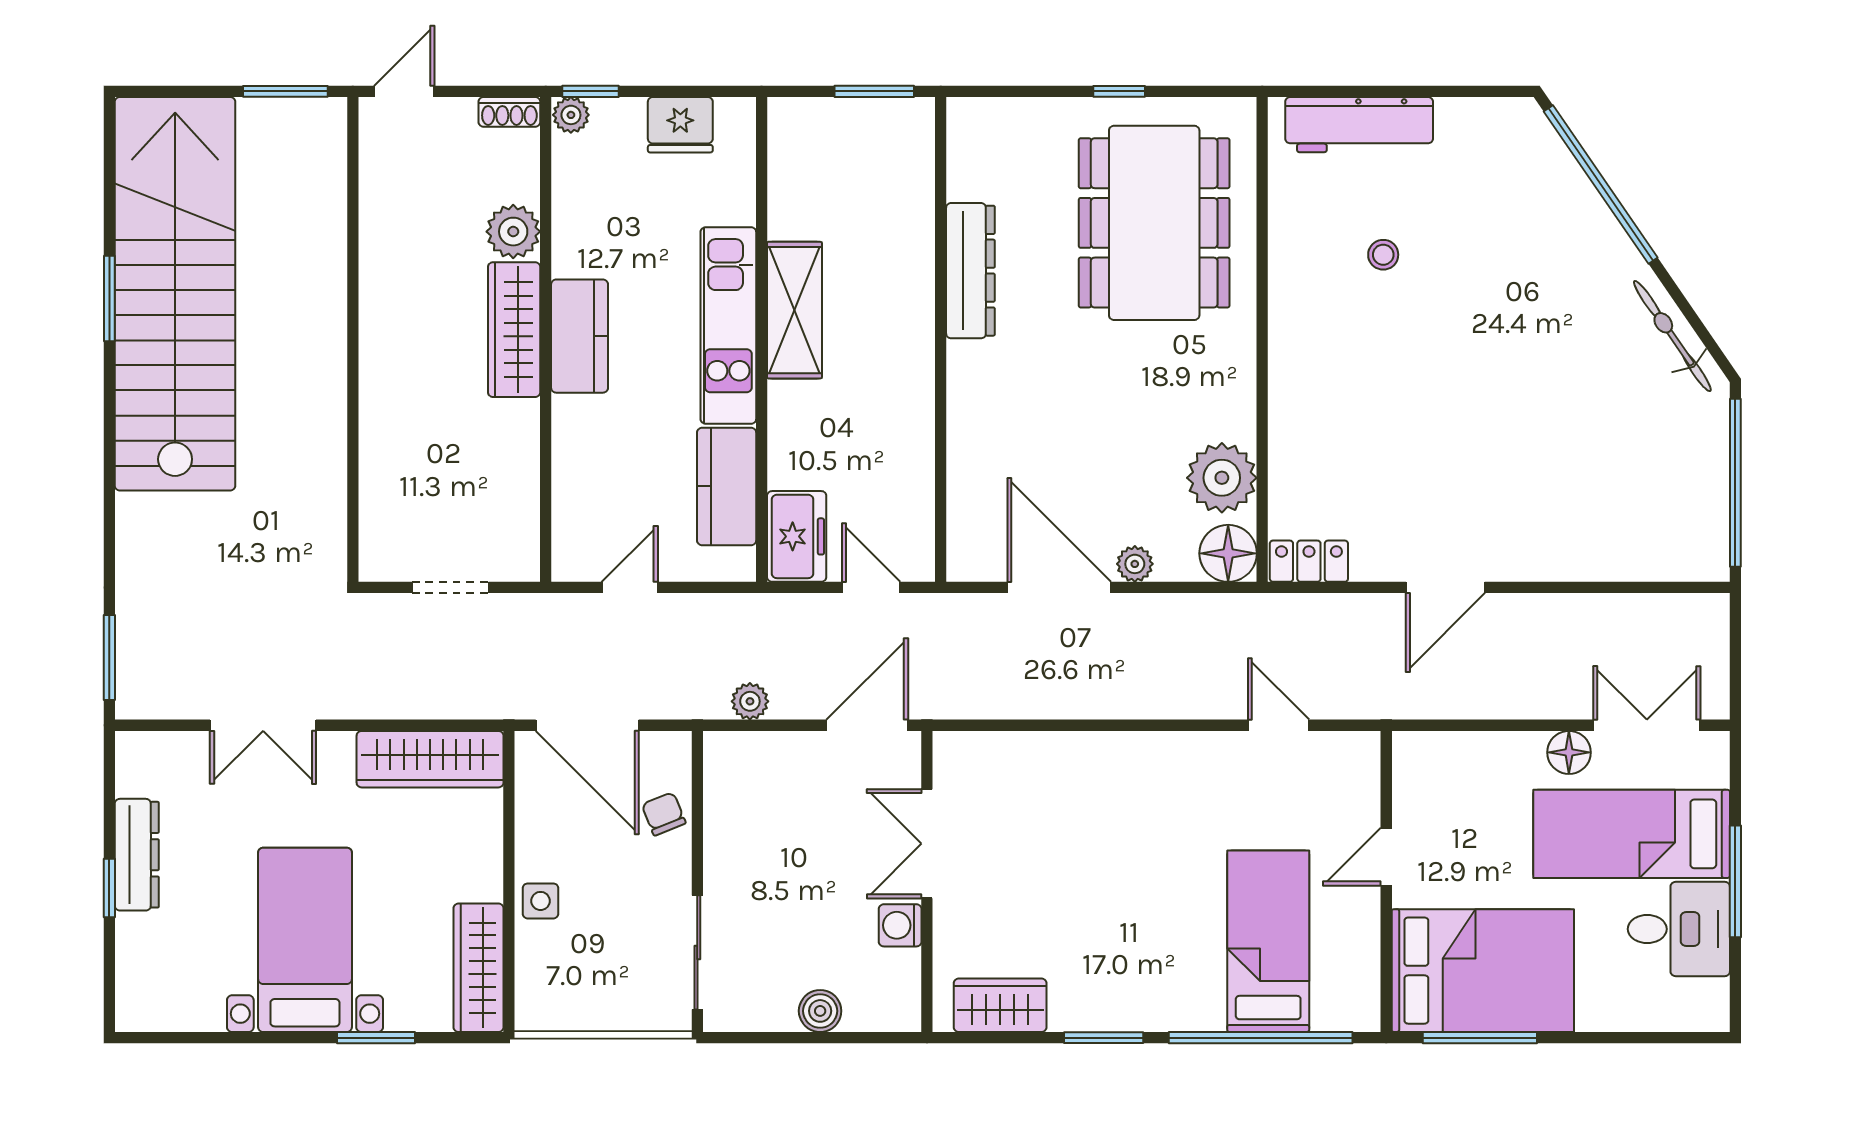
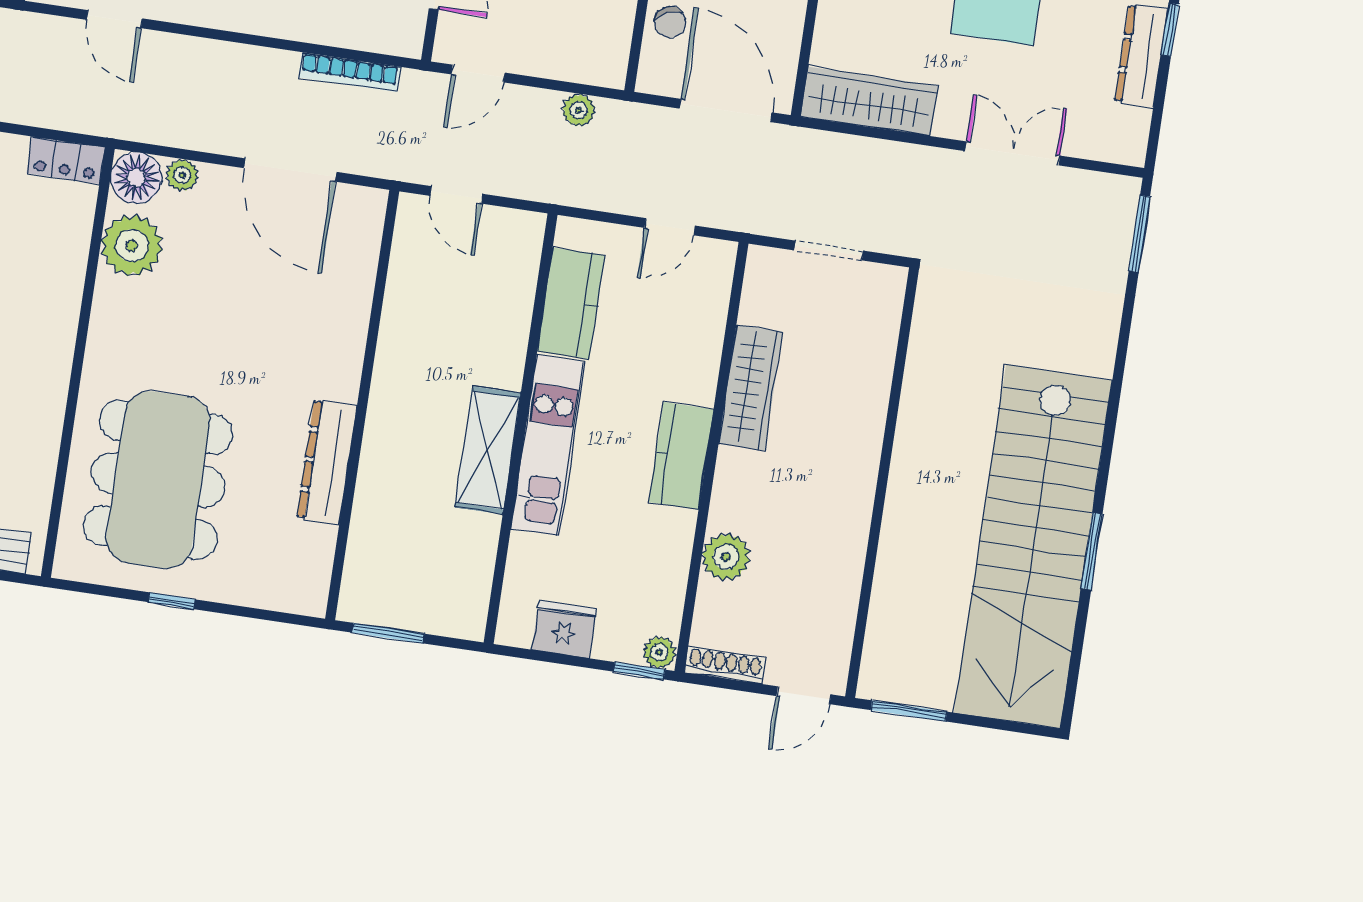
shoe rack: (509, 112) -> (725, 665), width x1.43
wardrobe: (514, 330) -> (750, 388), moved
freezer: (797, 536) -> (516, 250), removed
plant: (1135, 564) -> (182, 175), moved
bookcase: (1010, 706) -> (349, 72), added
door: (867, 725) -> (478, 74), width x0.73

